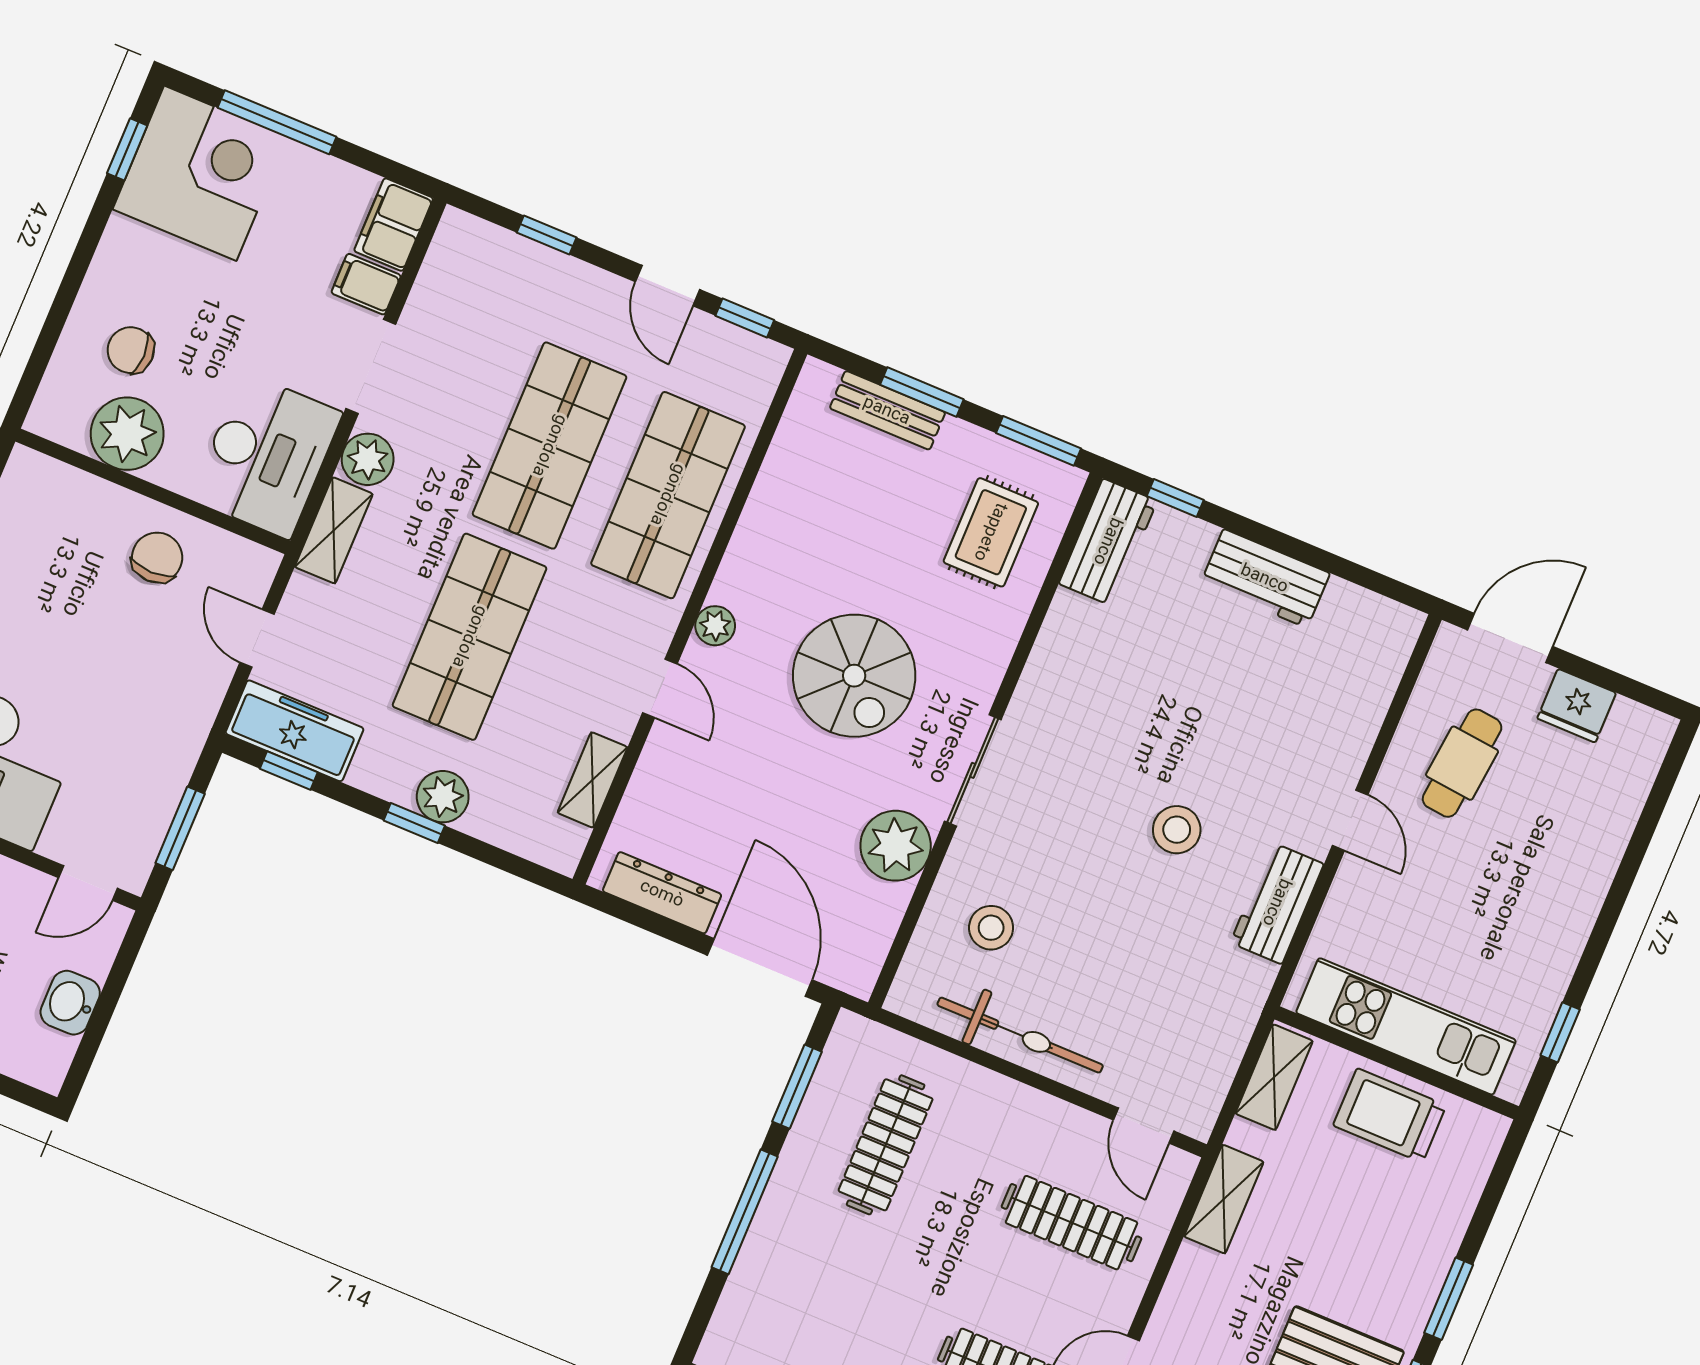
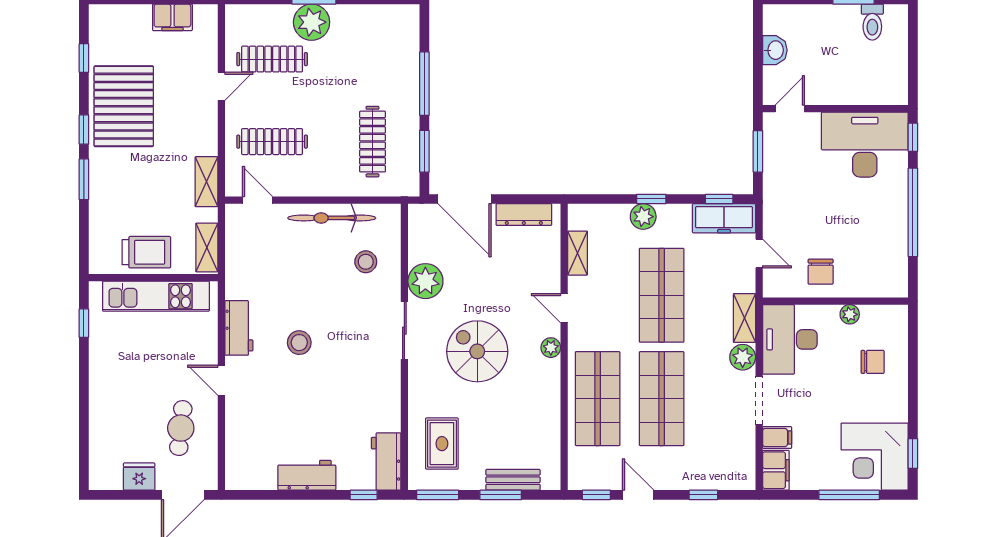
plant: (127, 434) -> (850, 314), width x0.53, depth x0.53

